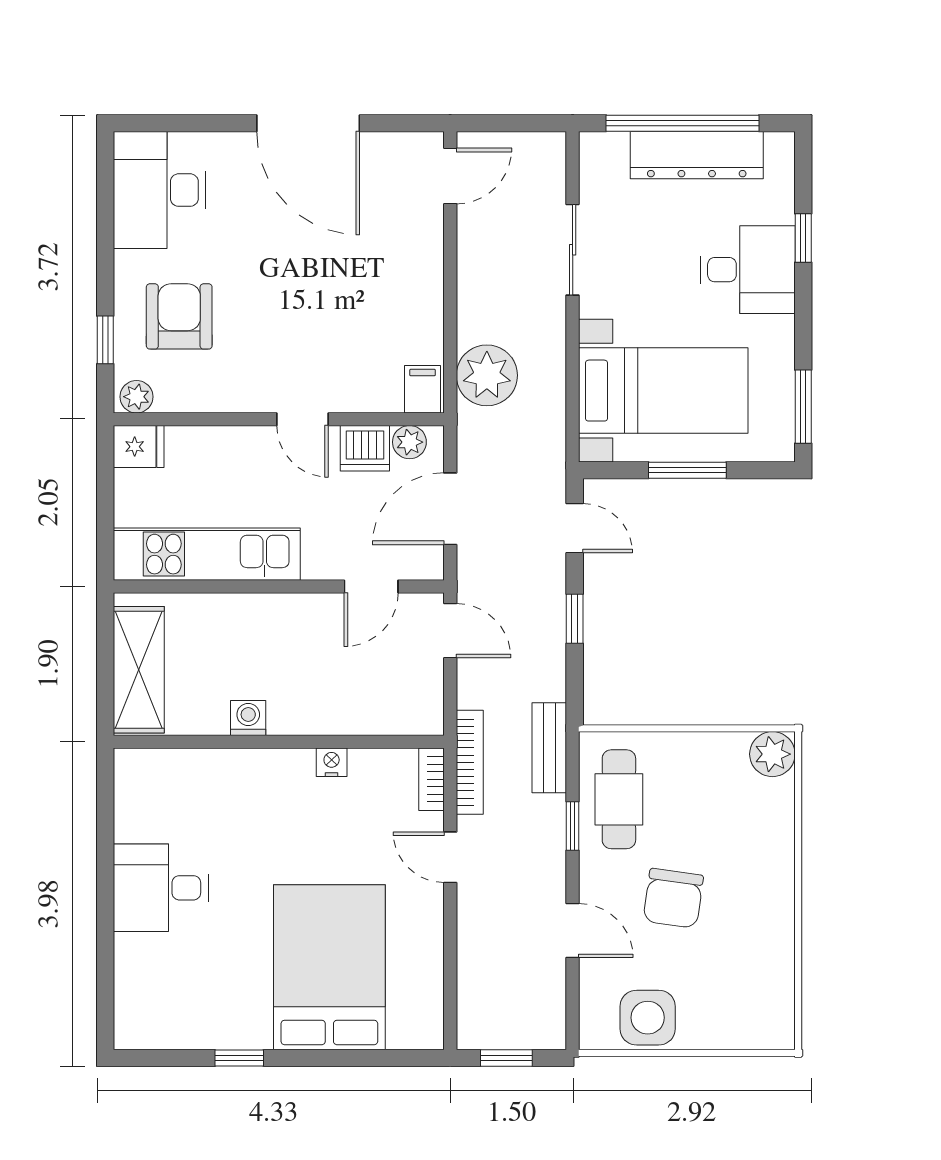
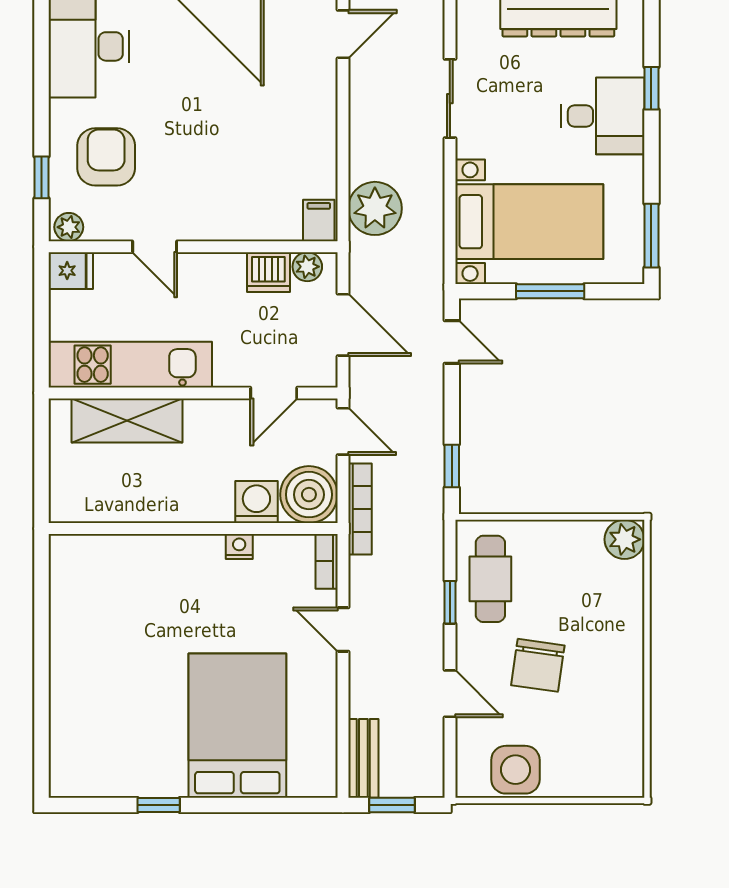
door: (303, 419) -> (155, 247), moved
door: (450, 509) -> (343, 325), swing flipped
window: (575, 619) -> (452, 466), moved
shelving: (139, 670) -> (127, 420), moved, turned 90
boiler: (411, 703) -> (309, 495), added
washing machine: (248, 718) -> (256, 502), moved, width x1.38, depth x1.38
bench: (549, 748) -> (363, 758), moved
bookcase: (470, 762) -> (360, 509), moved
desk: (161, 888) -> (90, 656), removed

